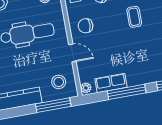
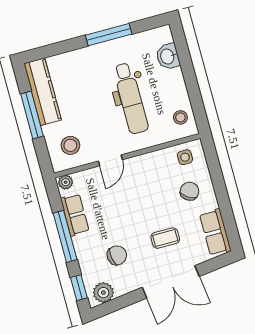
chair: (86, 26) -> (117, 255), moved, turned 79
window: (53, 105) -> (32, 115), moved

